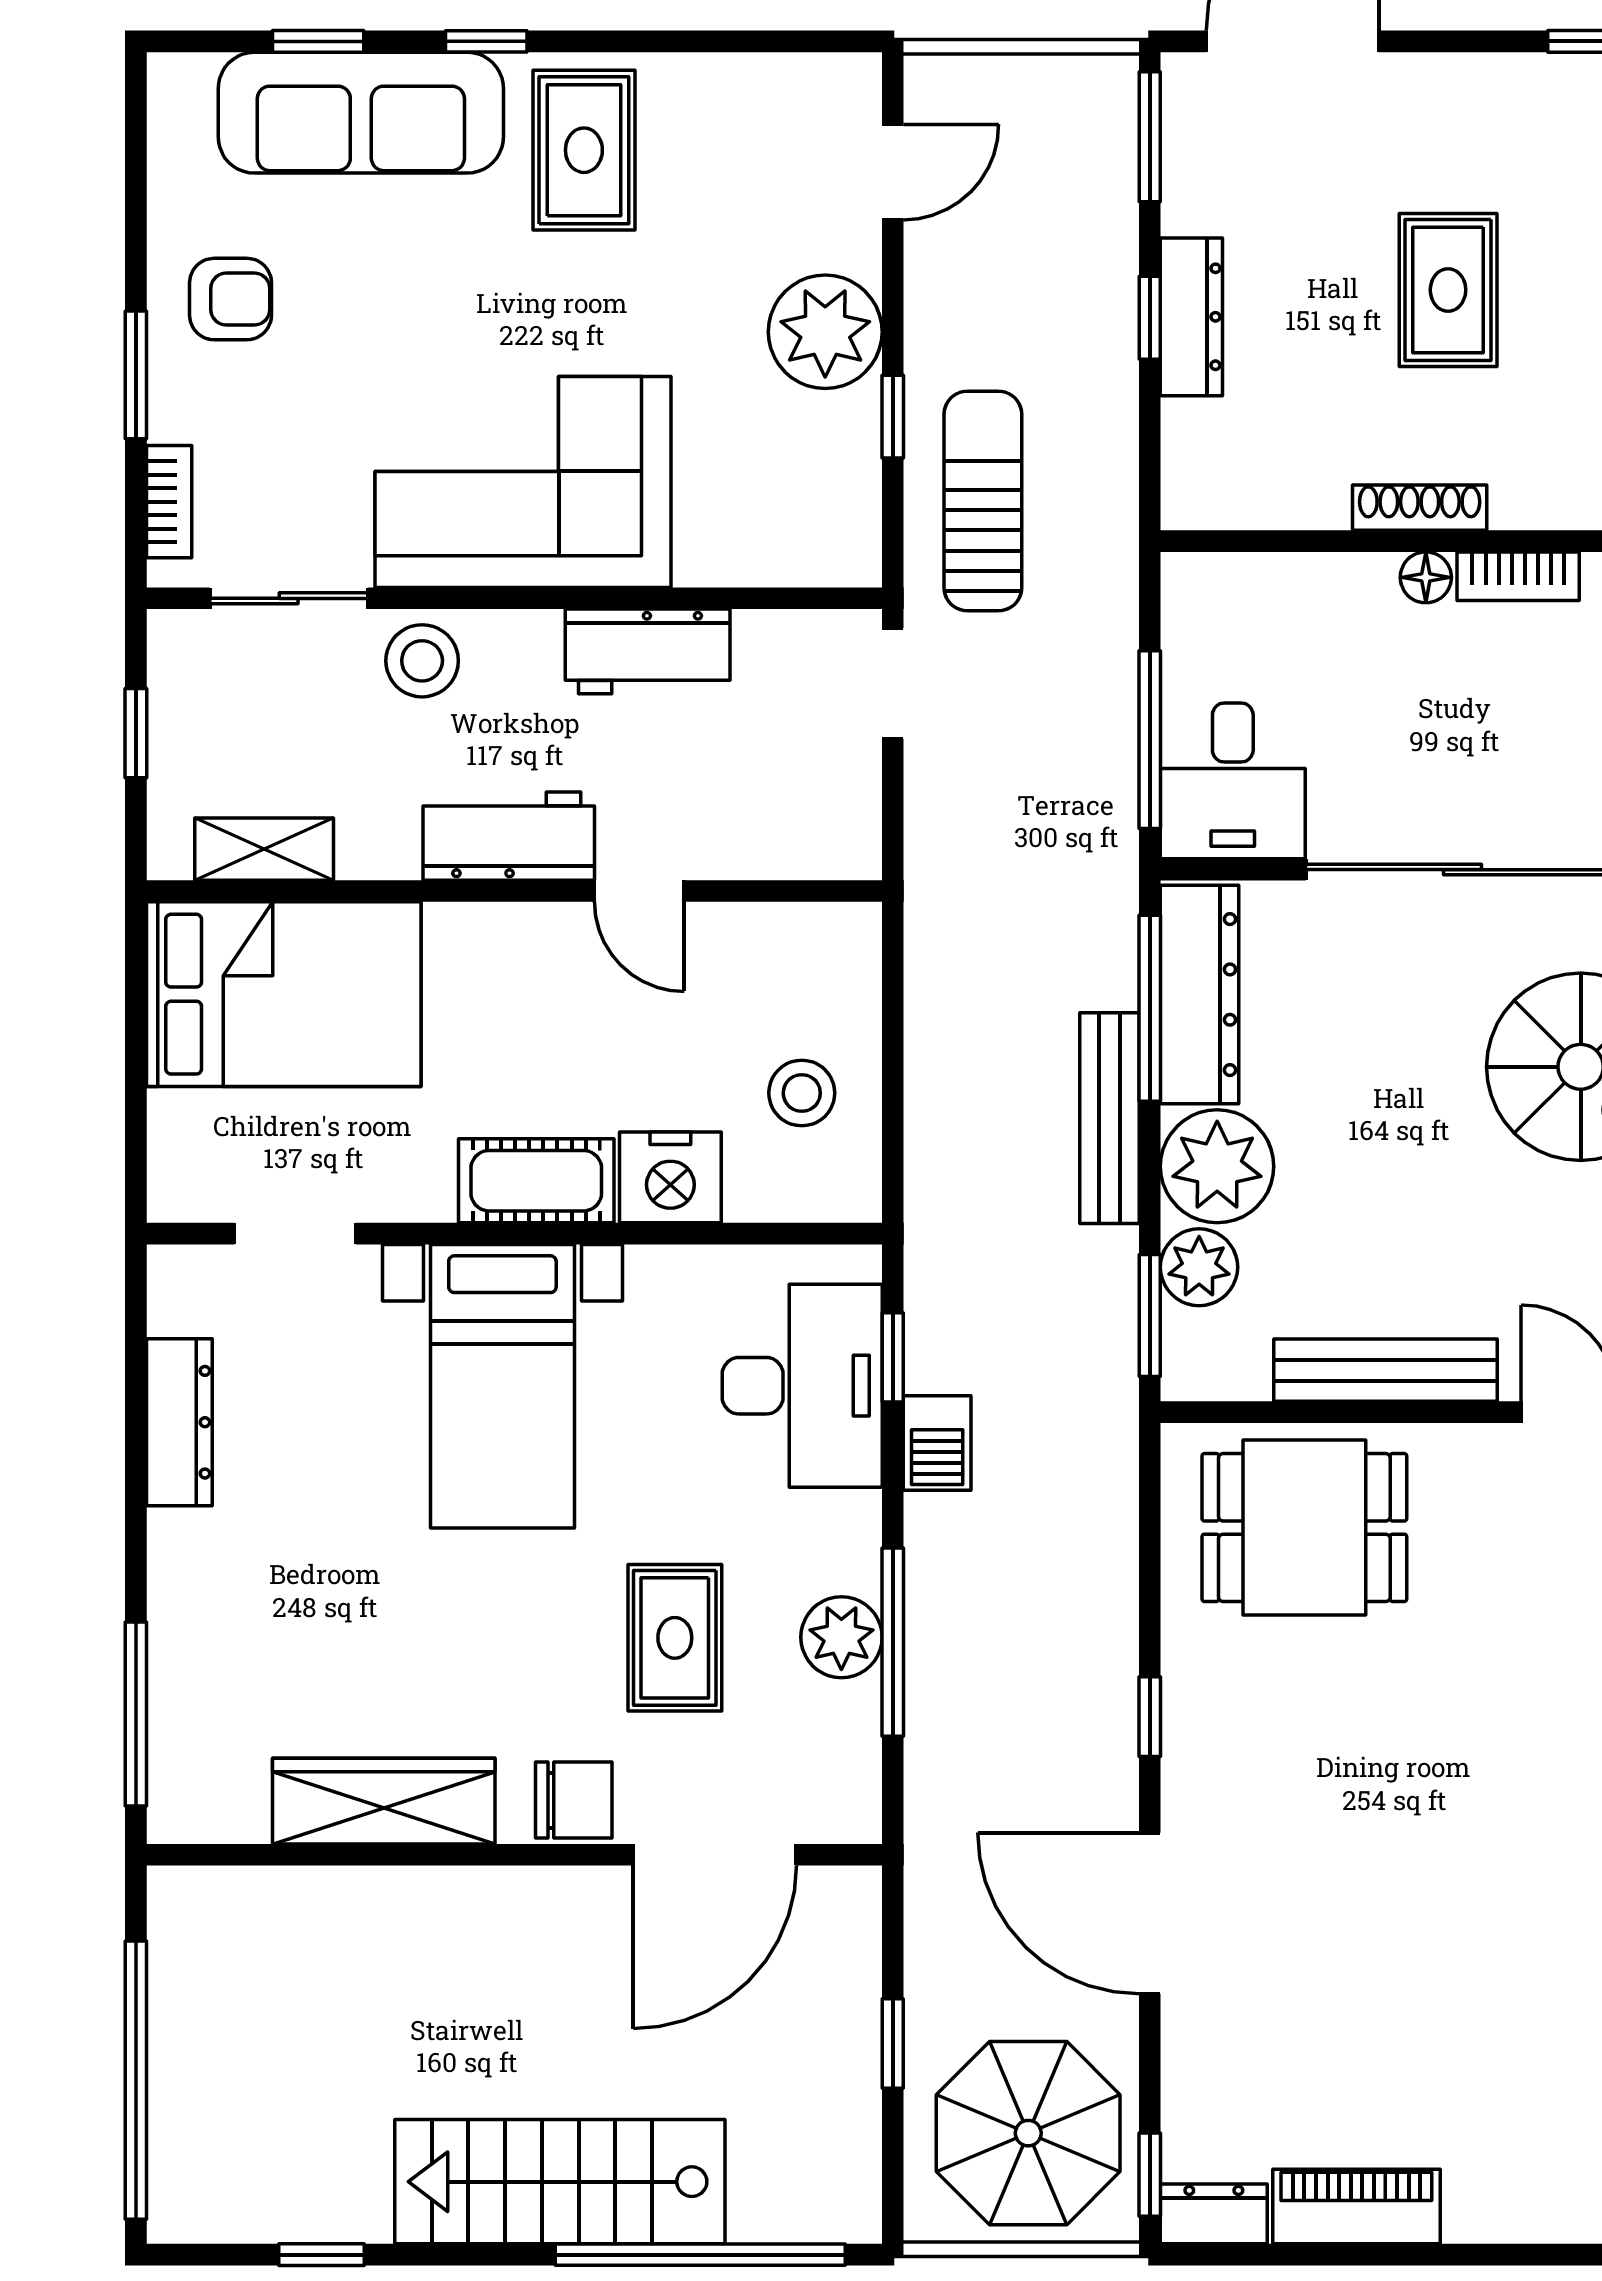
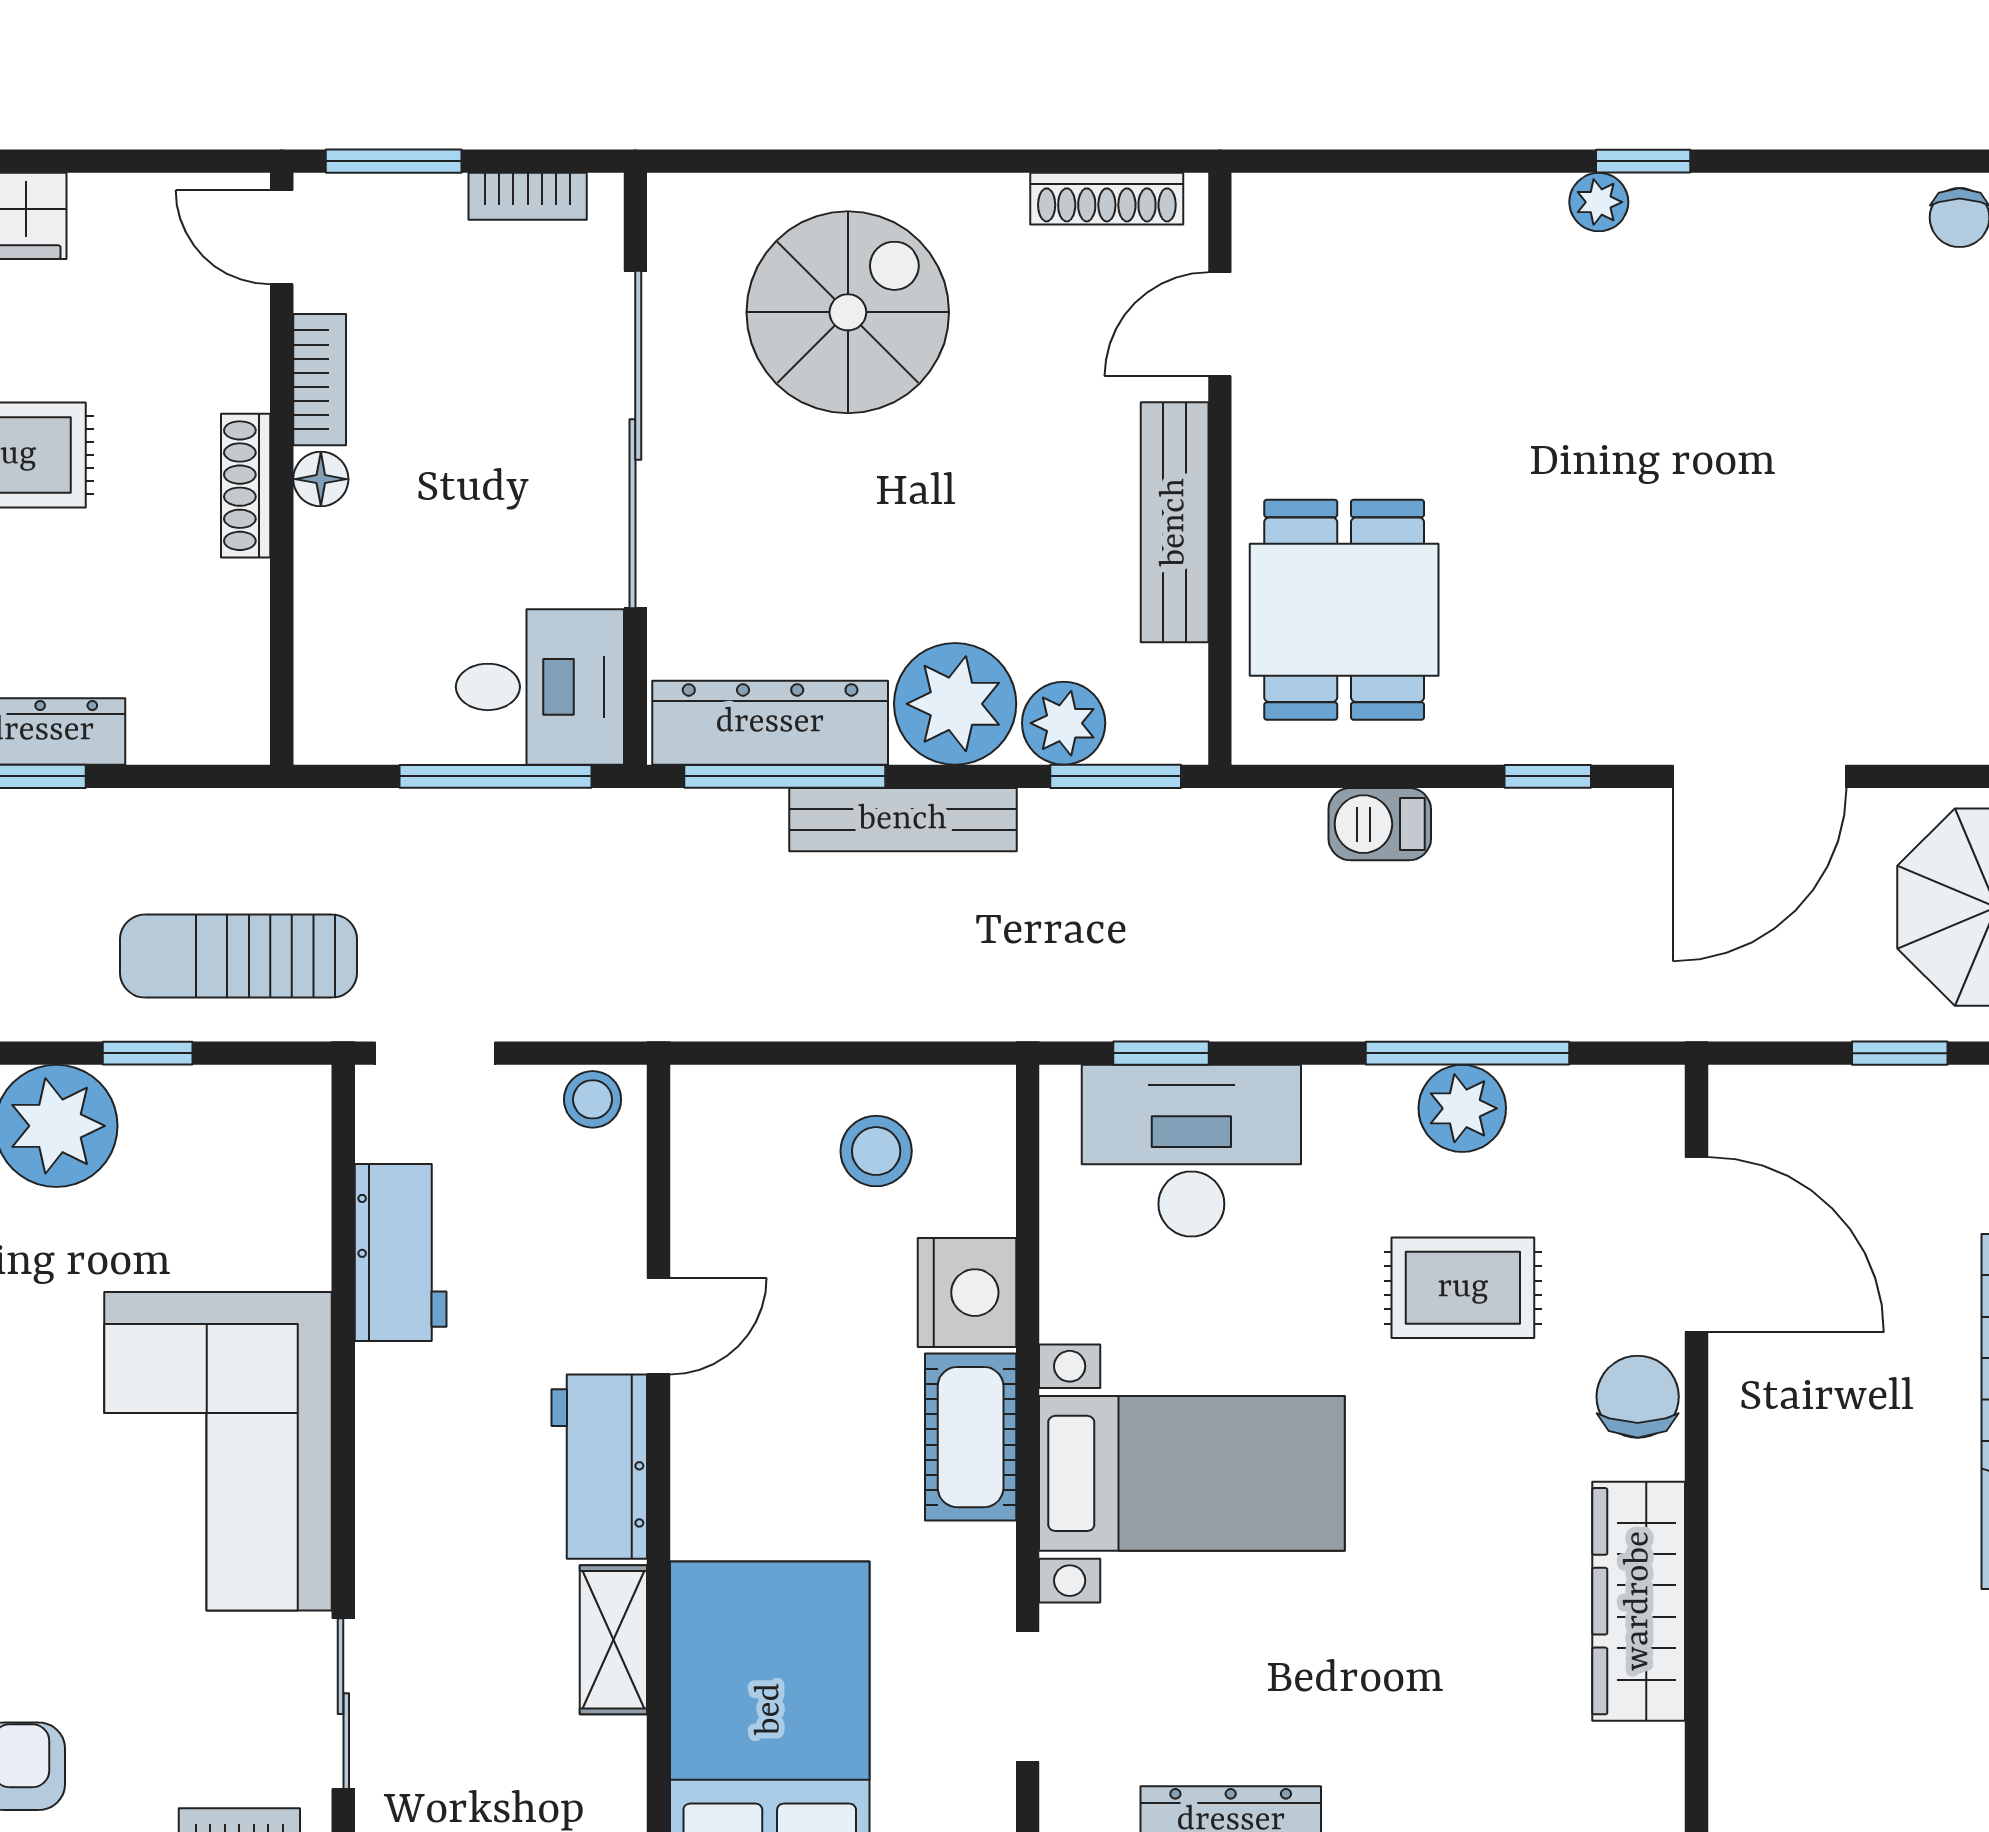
workbench: (648, 651) -> (401, 1252), moved
stool: (422, 661) -> (593, 1099), moved, width x0.73, depth x0.73
shelving: (264, 849) -> (613, 1640), moved
barbecue: (937, 1443) -> (1380, 824), moved, turned 180

